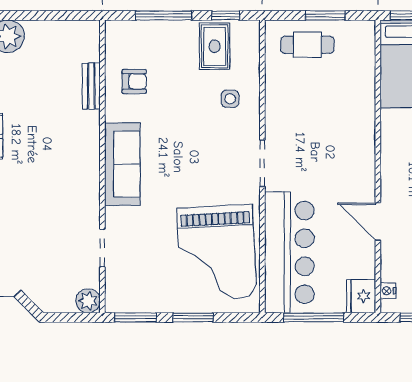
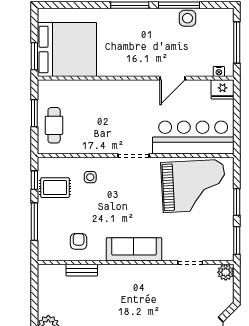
window: (314, 317) -> (237, 121), removed

